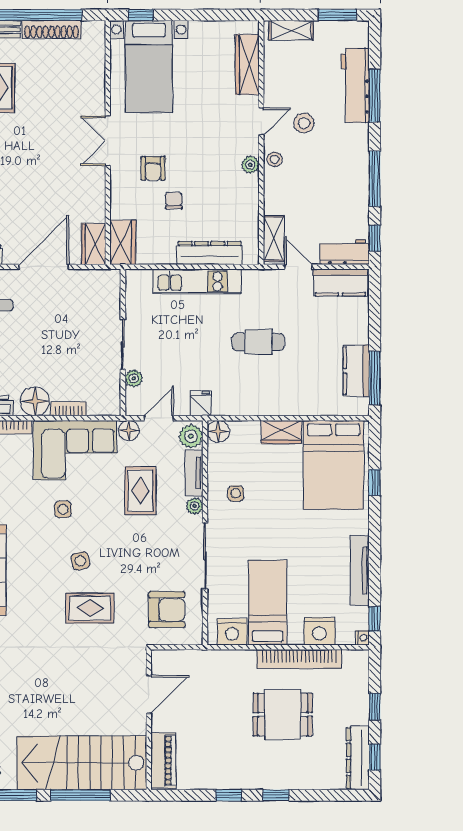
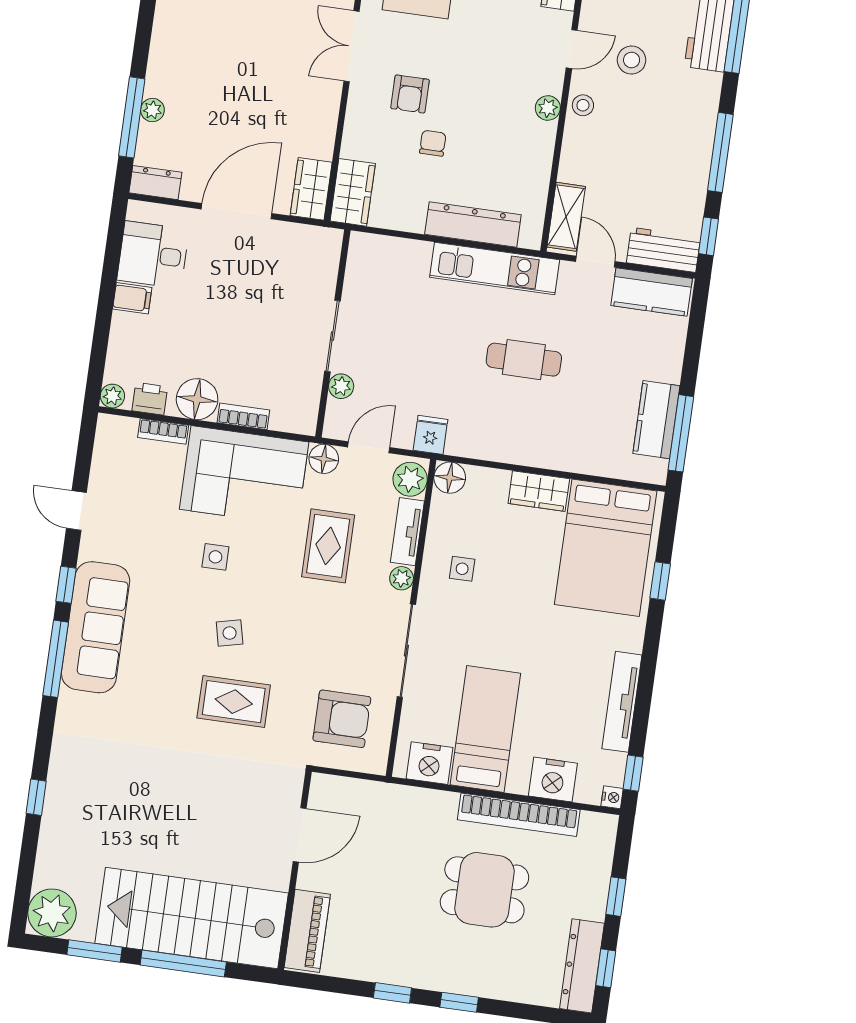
kitchen unit: (197, 281) -> (495, 268), moved

